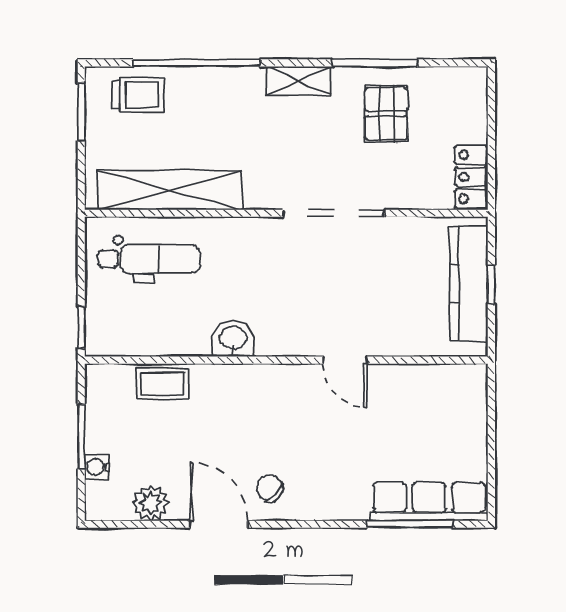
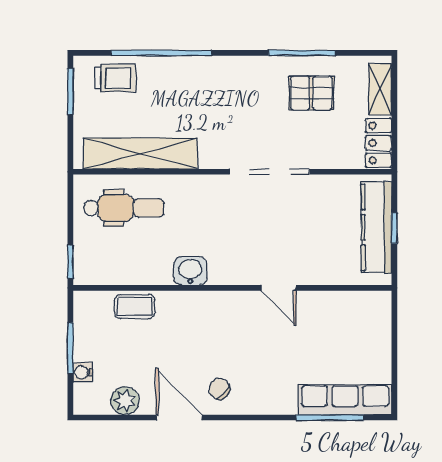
shelving: (299, 81) -> (380, 89), moved, turned 90
pallet: (386, 114) -> (311, 93), turned 90

